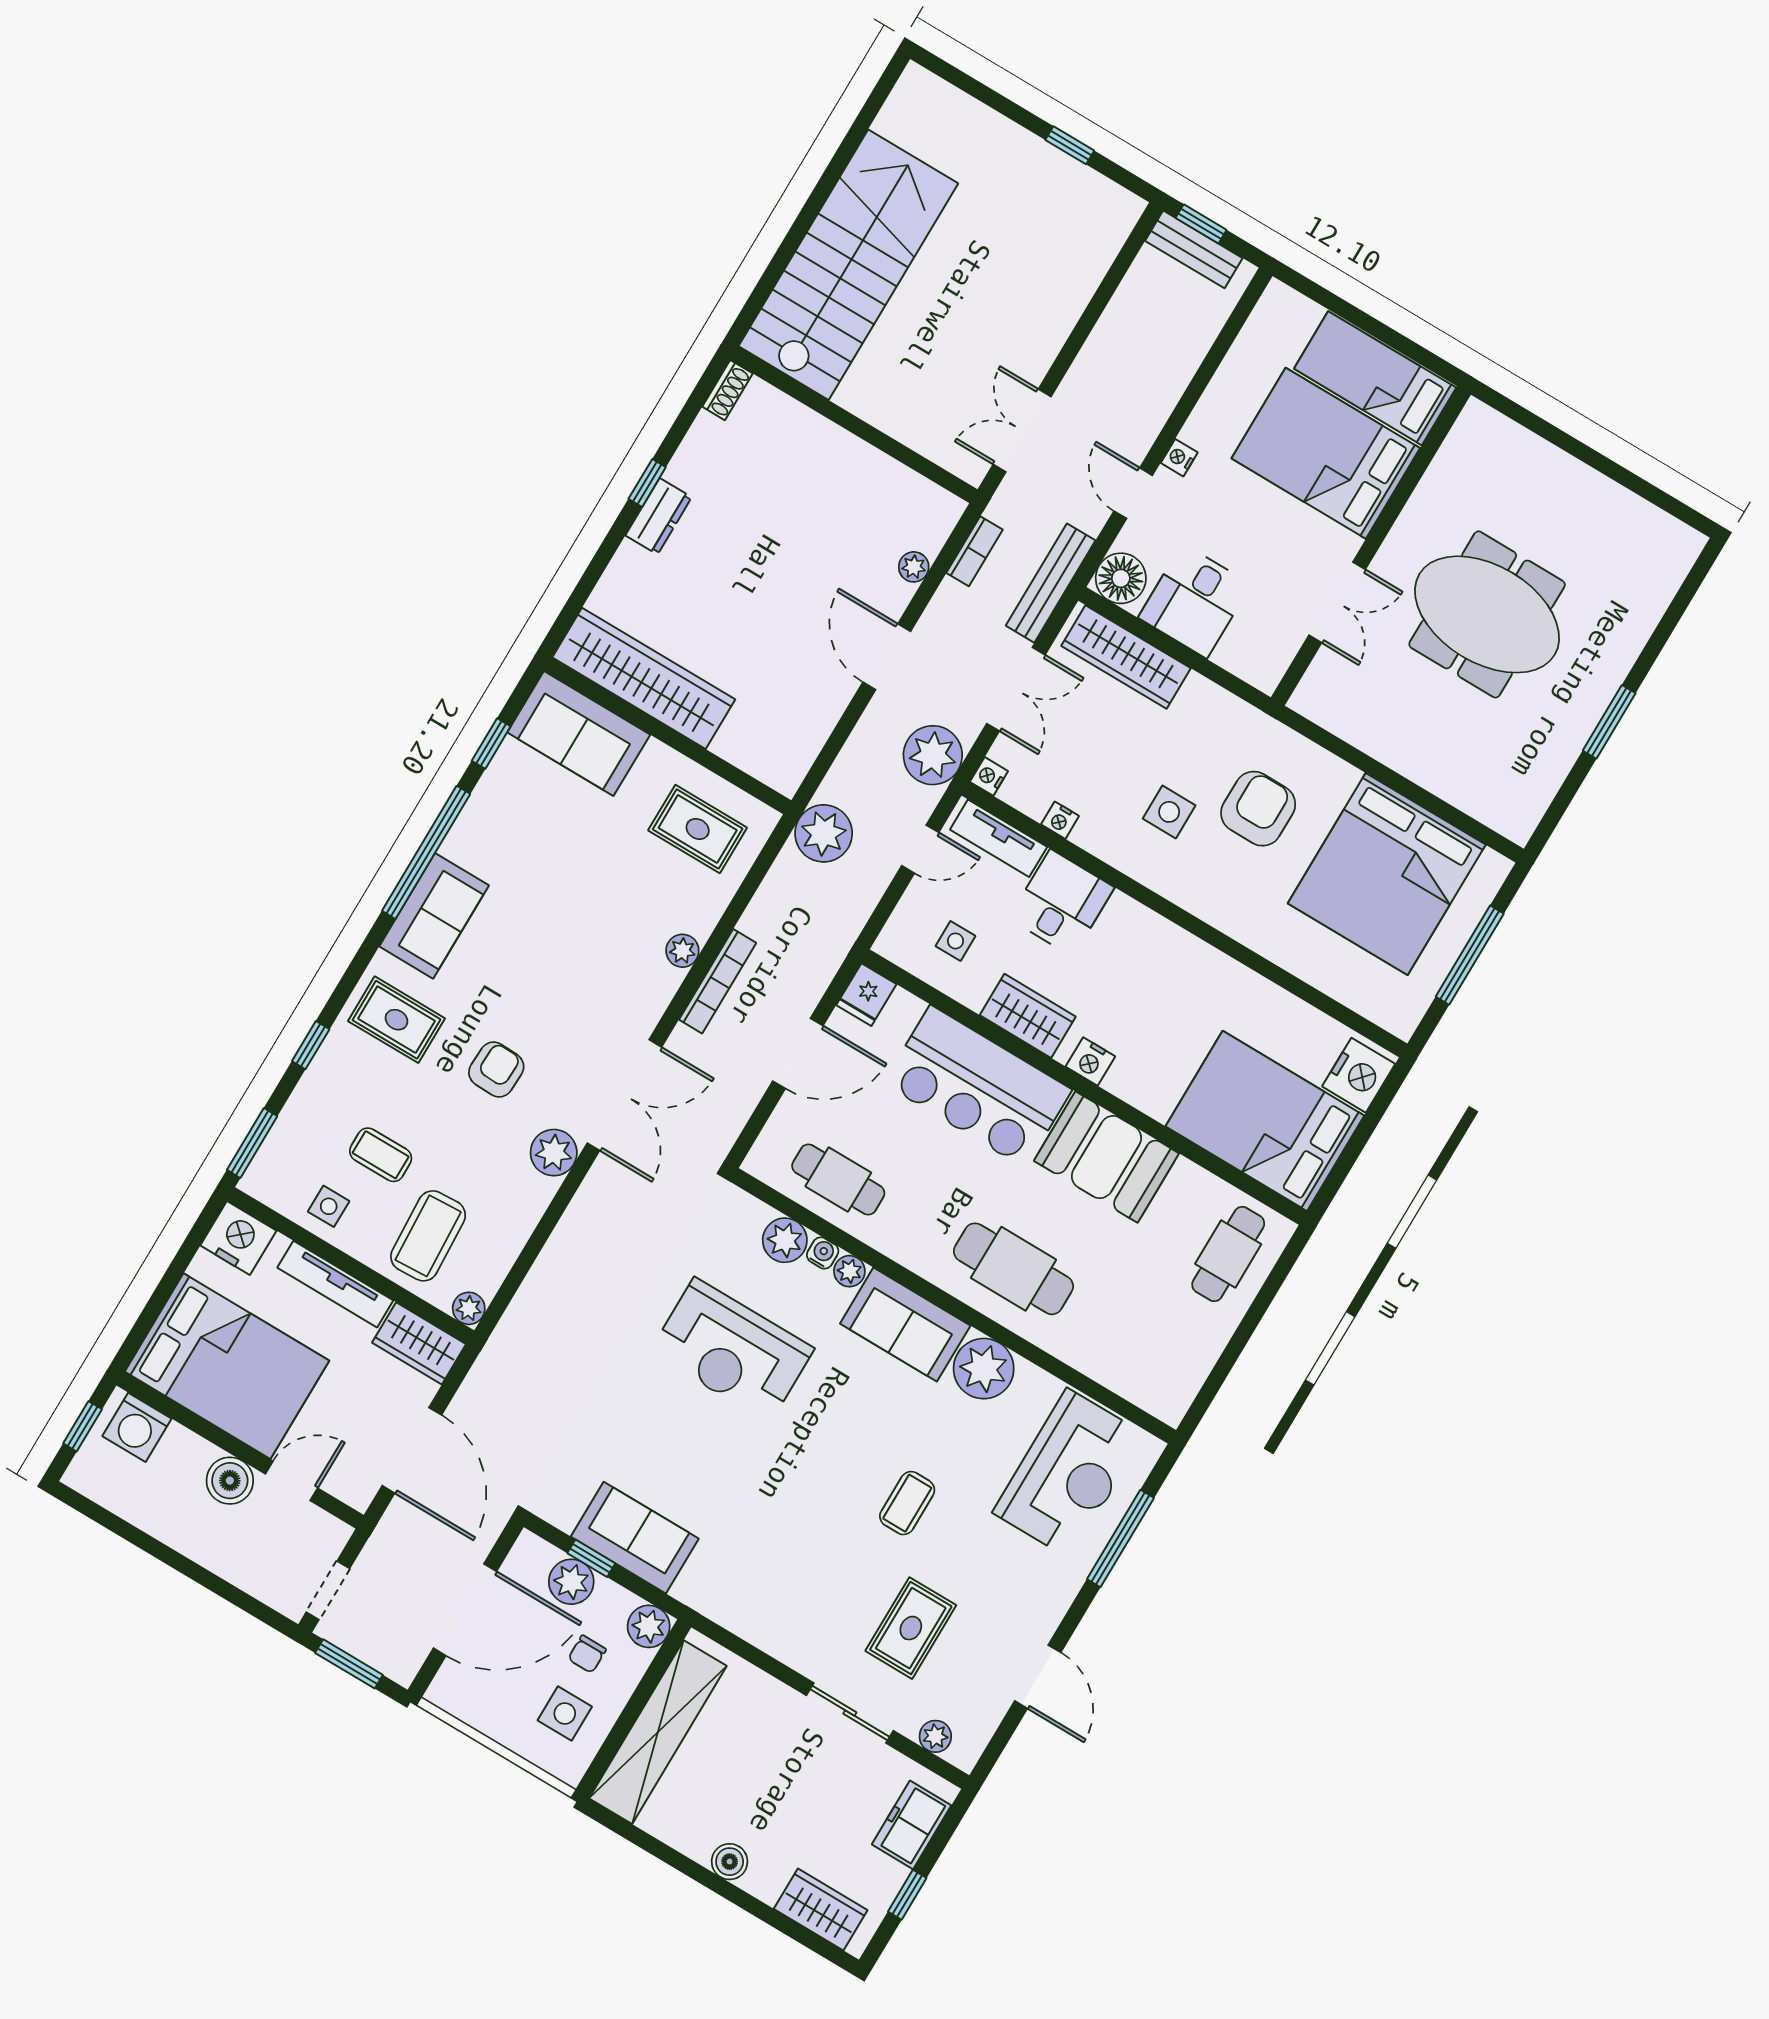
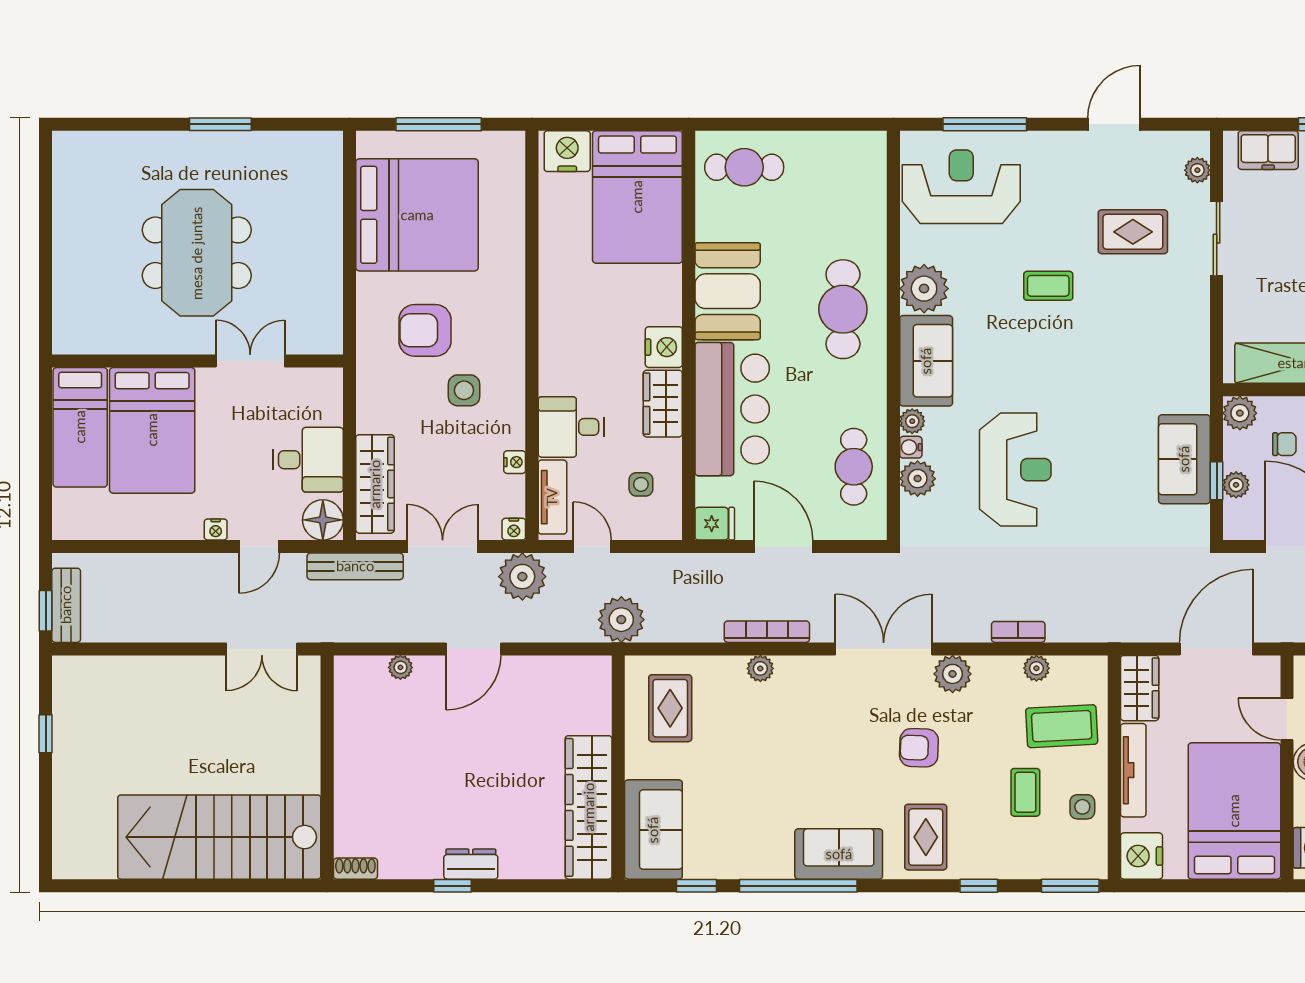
bookcase: (975, 551) -> (1018, 632), moved
nightstand: (1090, 1061) -> (664, 347), width x1.36, depth x1.33
plant: (469, 1308) -> (1036, 668), moved
plant: (571, 1582) -> (1236, 485), width x0.73, depth x0.73

